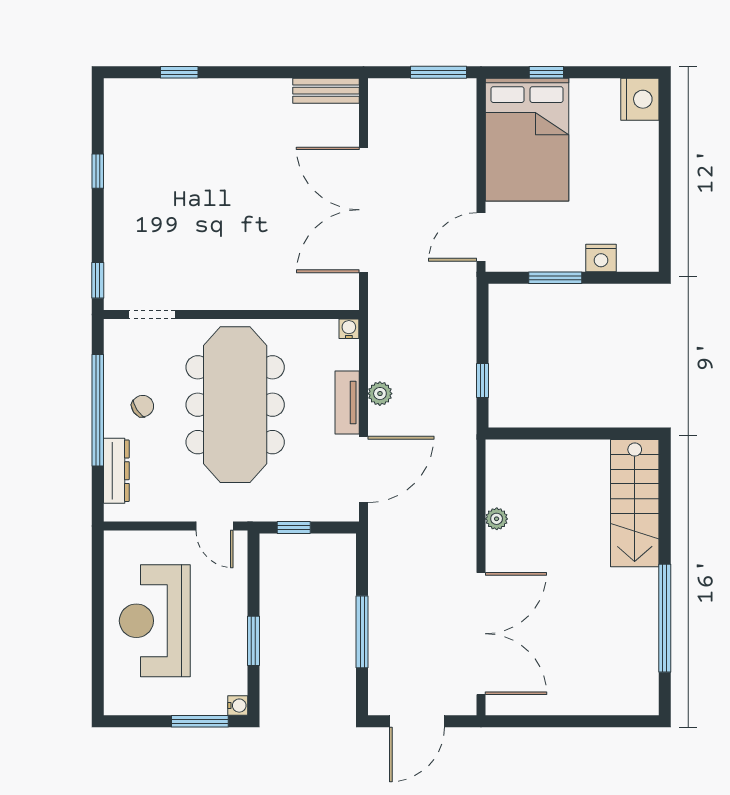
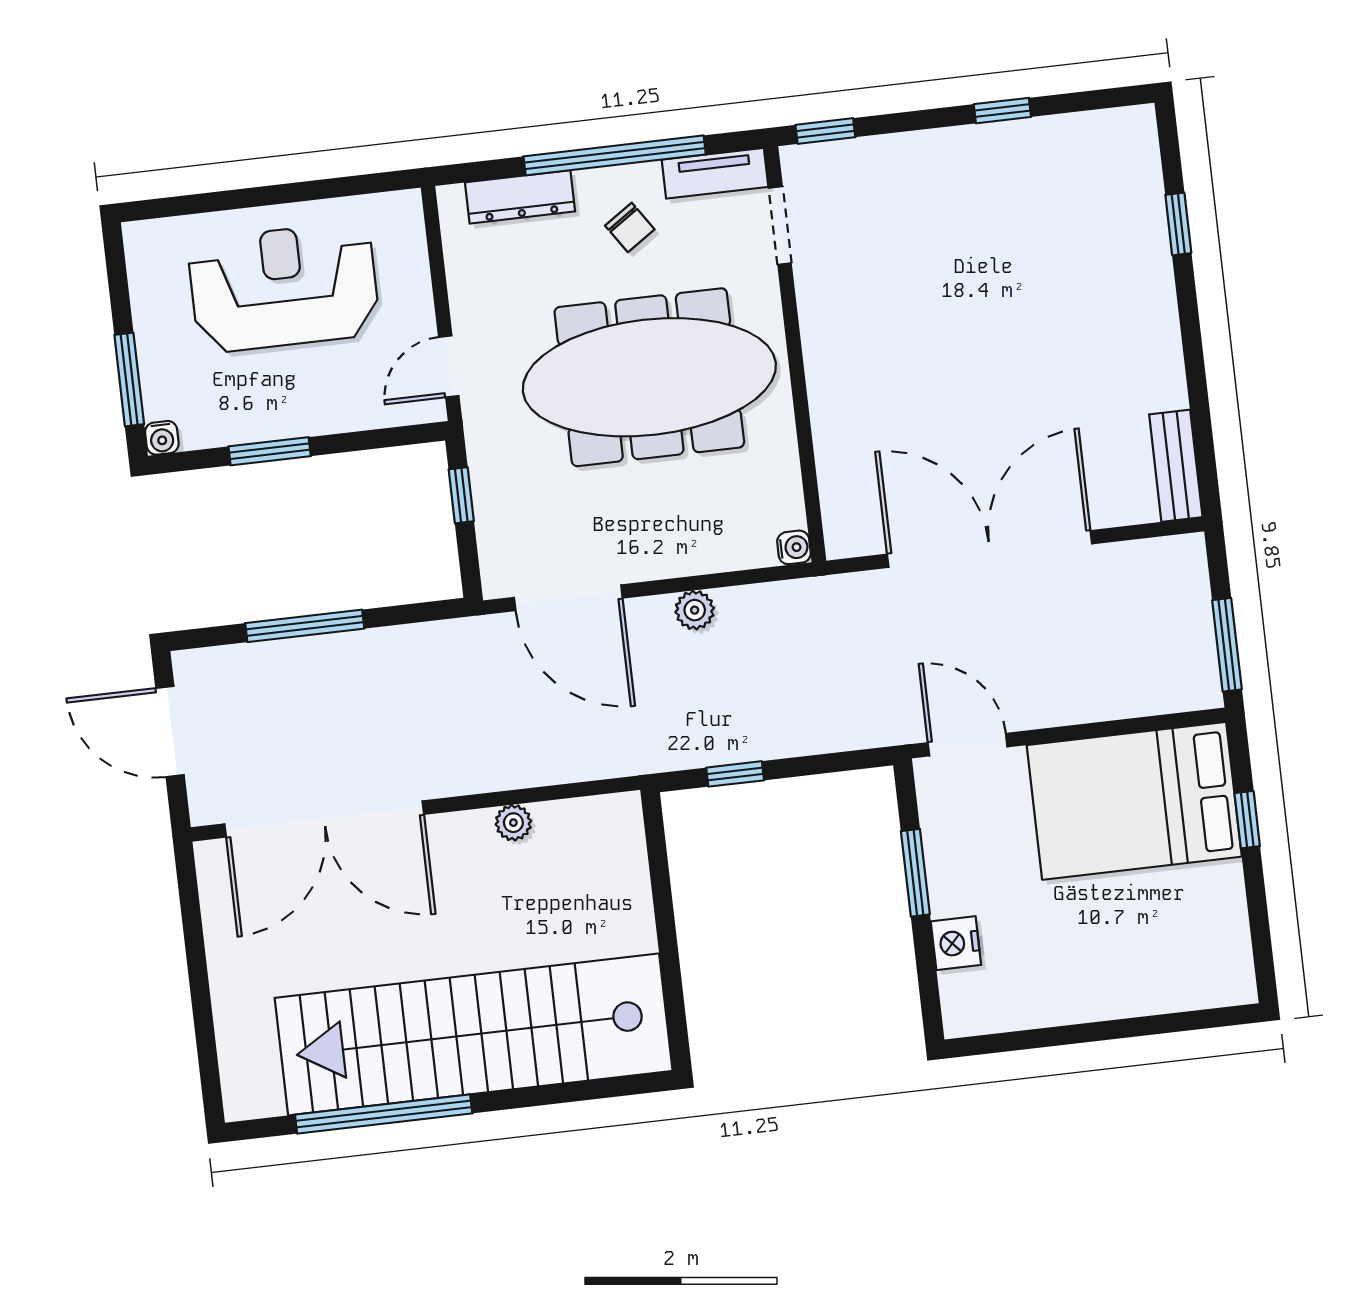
nightstand: (640, 99) -> (1221, 976), removed
tv unit: (347, 403) -> (715, 173), moved, turned 180
stairs: (635, 503) -> (474, 1034), width x1.86, depth x1.51

